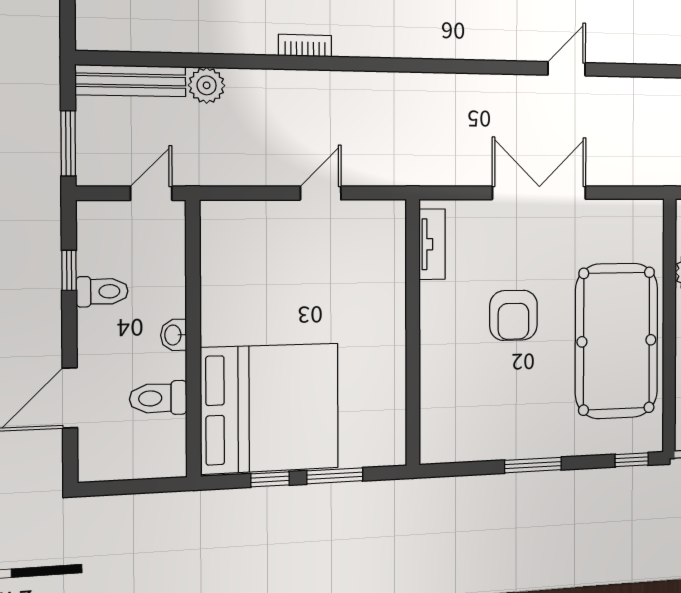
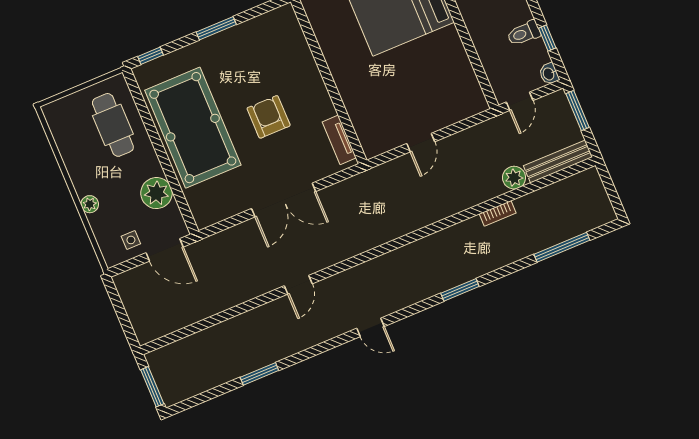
bookcase: (305, 46) -> (498, 213), moved
washbasin: (174, 335) -> (549, 74), moved, turned 180

